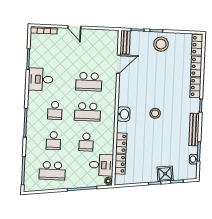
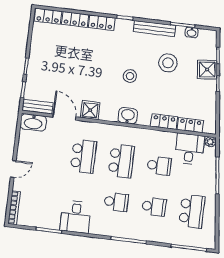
washbasin: (112, 40) -> (33, 122), added
stool: (161, 44) -> (168, 63), moved
shower: (126, 84) -> (90, 110), added

